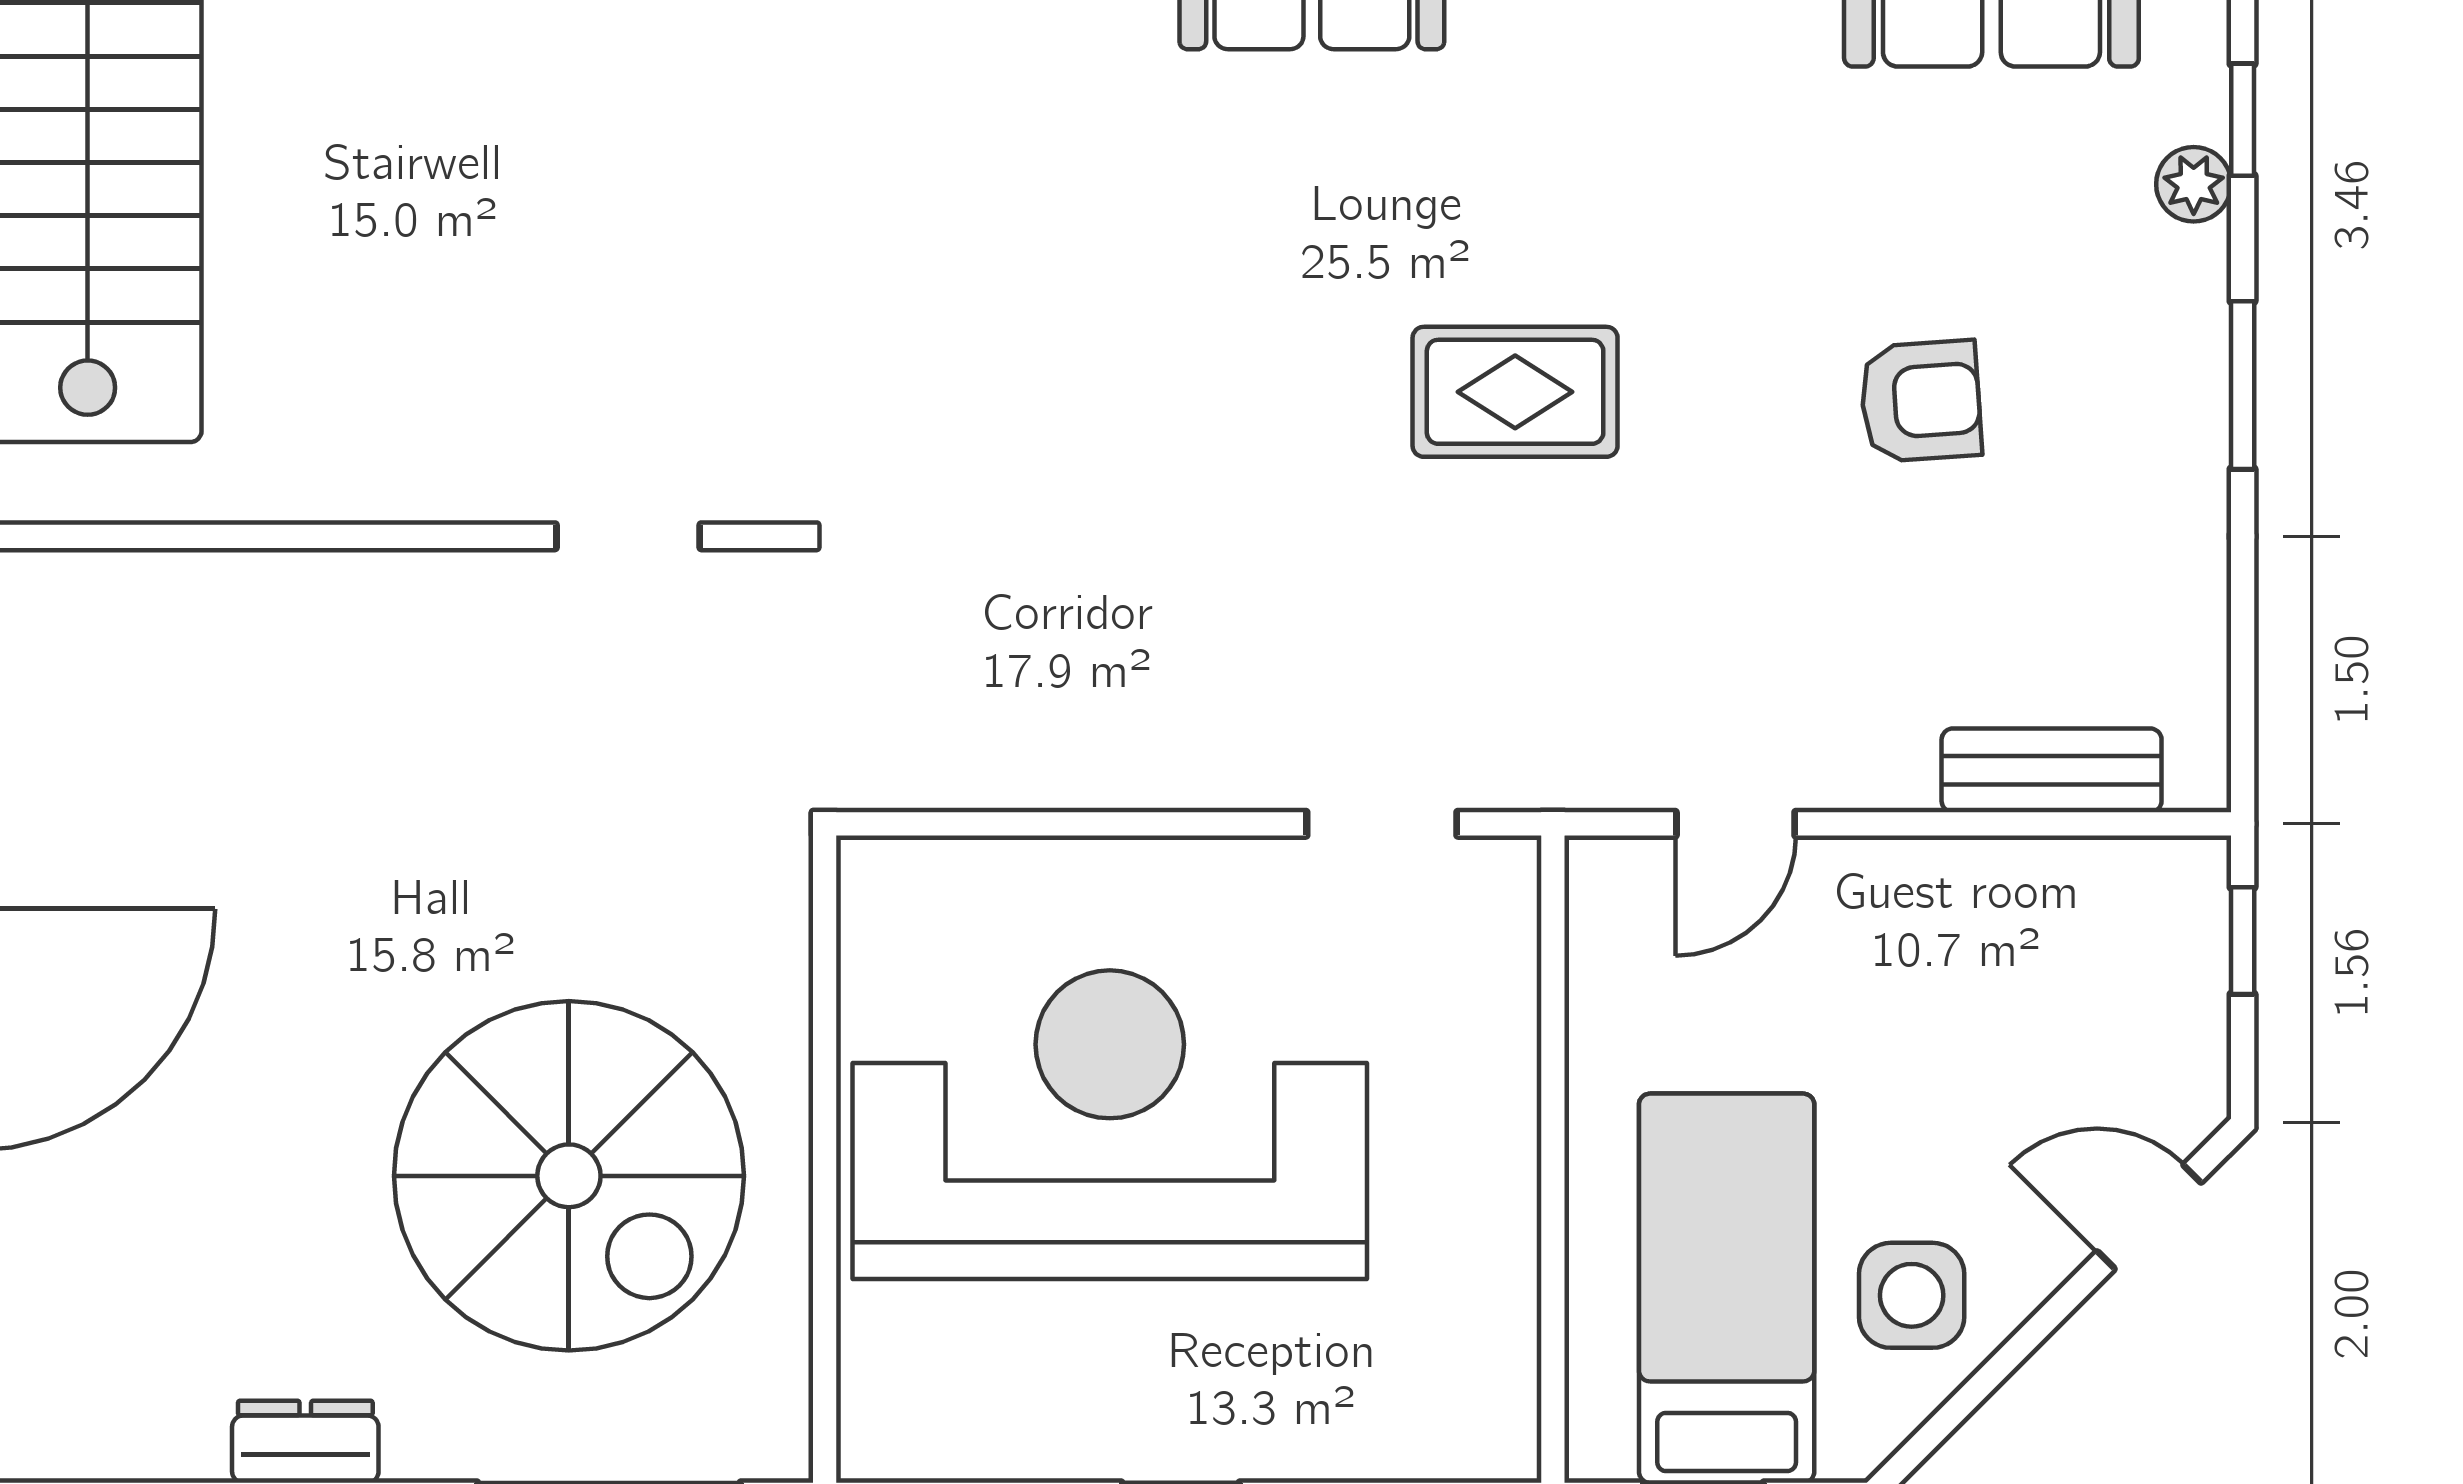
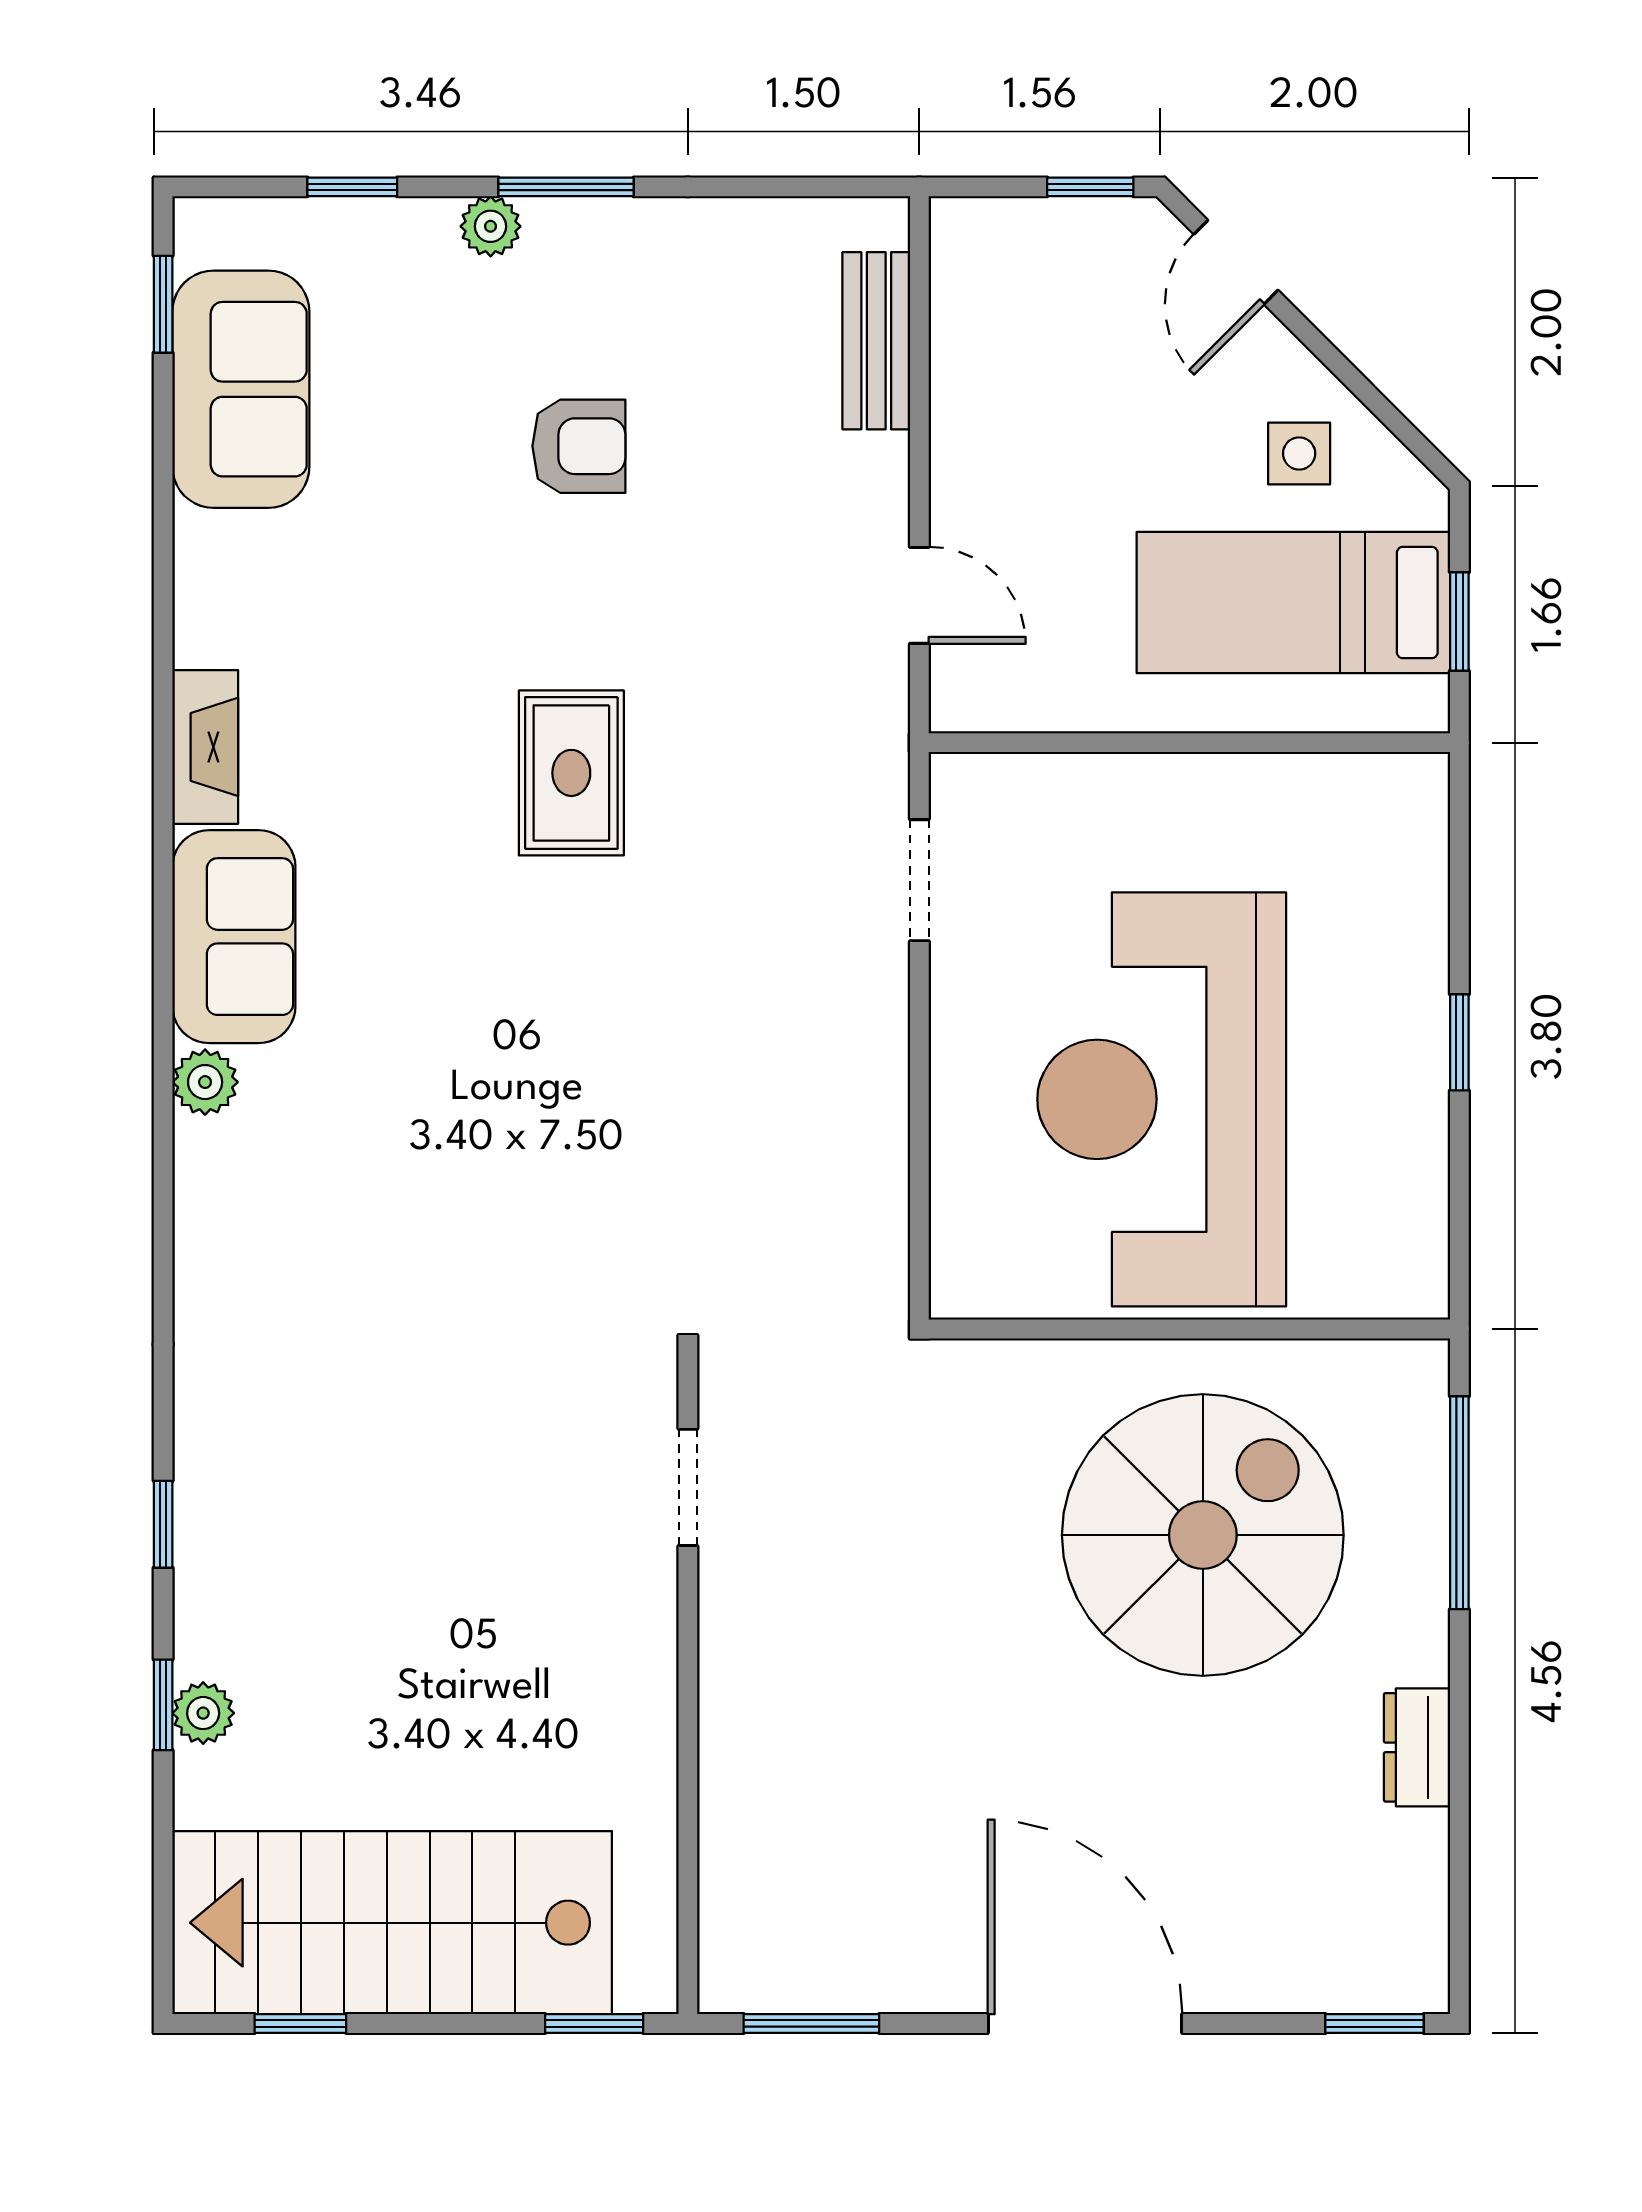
plant: (2194, 184) -> (491, 226), moved
armchair: (1921, 401) -> (579, 446), turned 94
window: (2243, 941) -> (1090, 187), moved
side table: (1912, 1295) -> (1299, 453), width x0.73, depth x0.73

